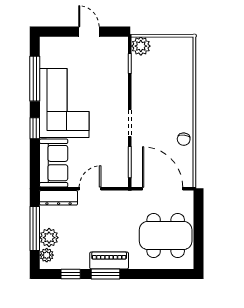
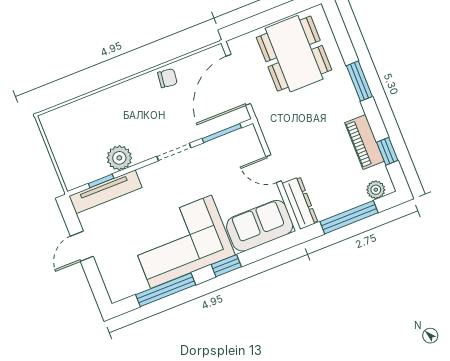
plant: (141, 46) -> (119, 158), moved
tv unit: (121, 64) -> (105, 192), added
plant: (49, 238) -> (353, 195), removed
piano: (109, 260) -> (364, 142), moved
window: (106, 274) -> (359, 81), moved

